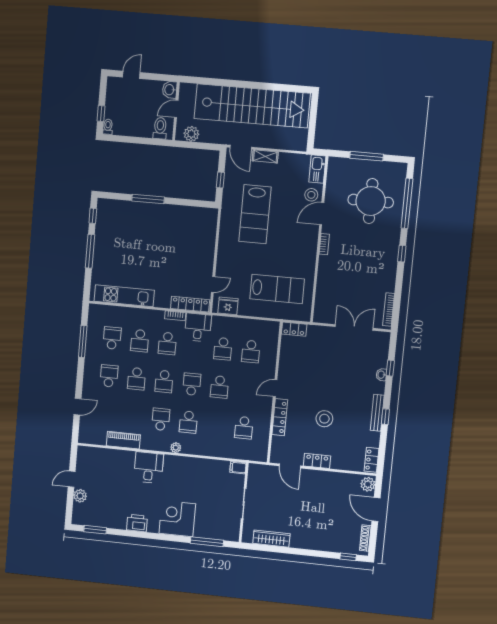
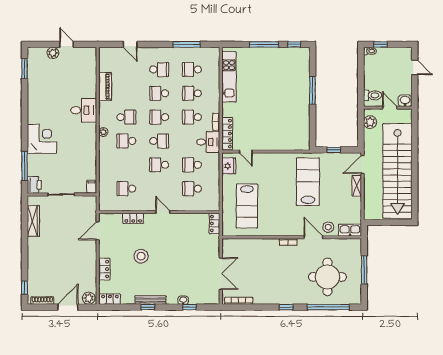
lab bench: (255, 214) -> (308, 182), turned 90
school desk: (112, 338) -> (192, 69), turned 180
locker: (280, 417) -> (133, 218), width x0.66
locker: (317, 461) -> (104, 269), moved
printer: (137, 523) -> (34, 185), moved

